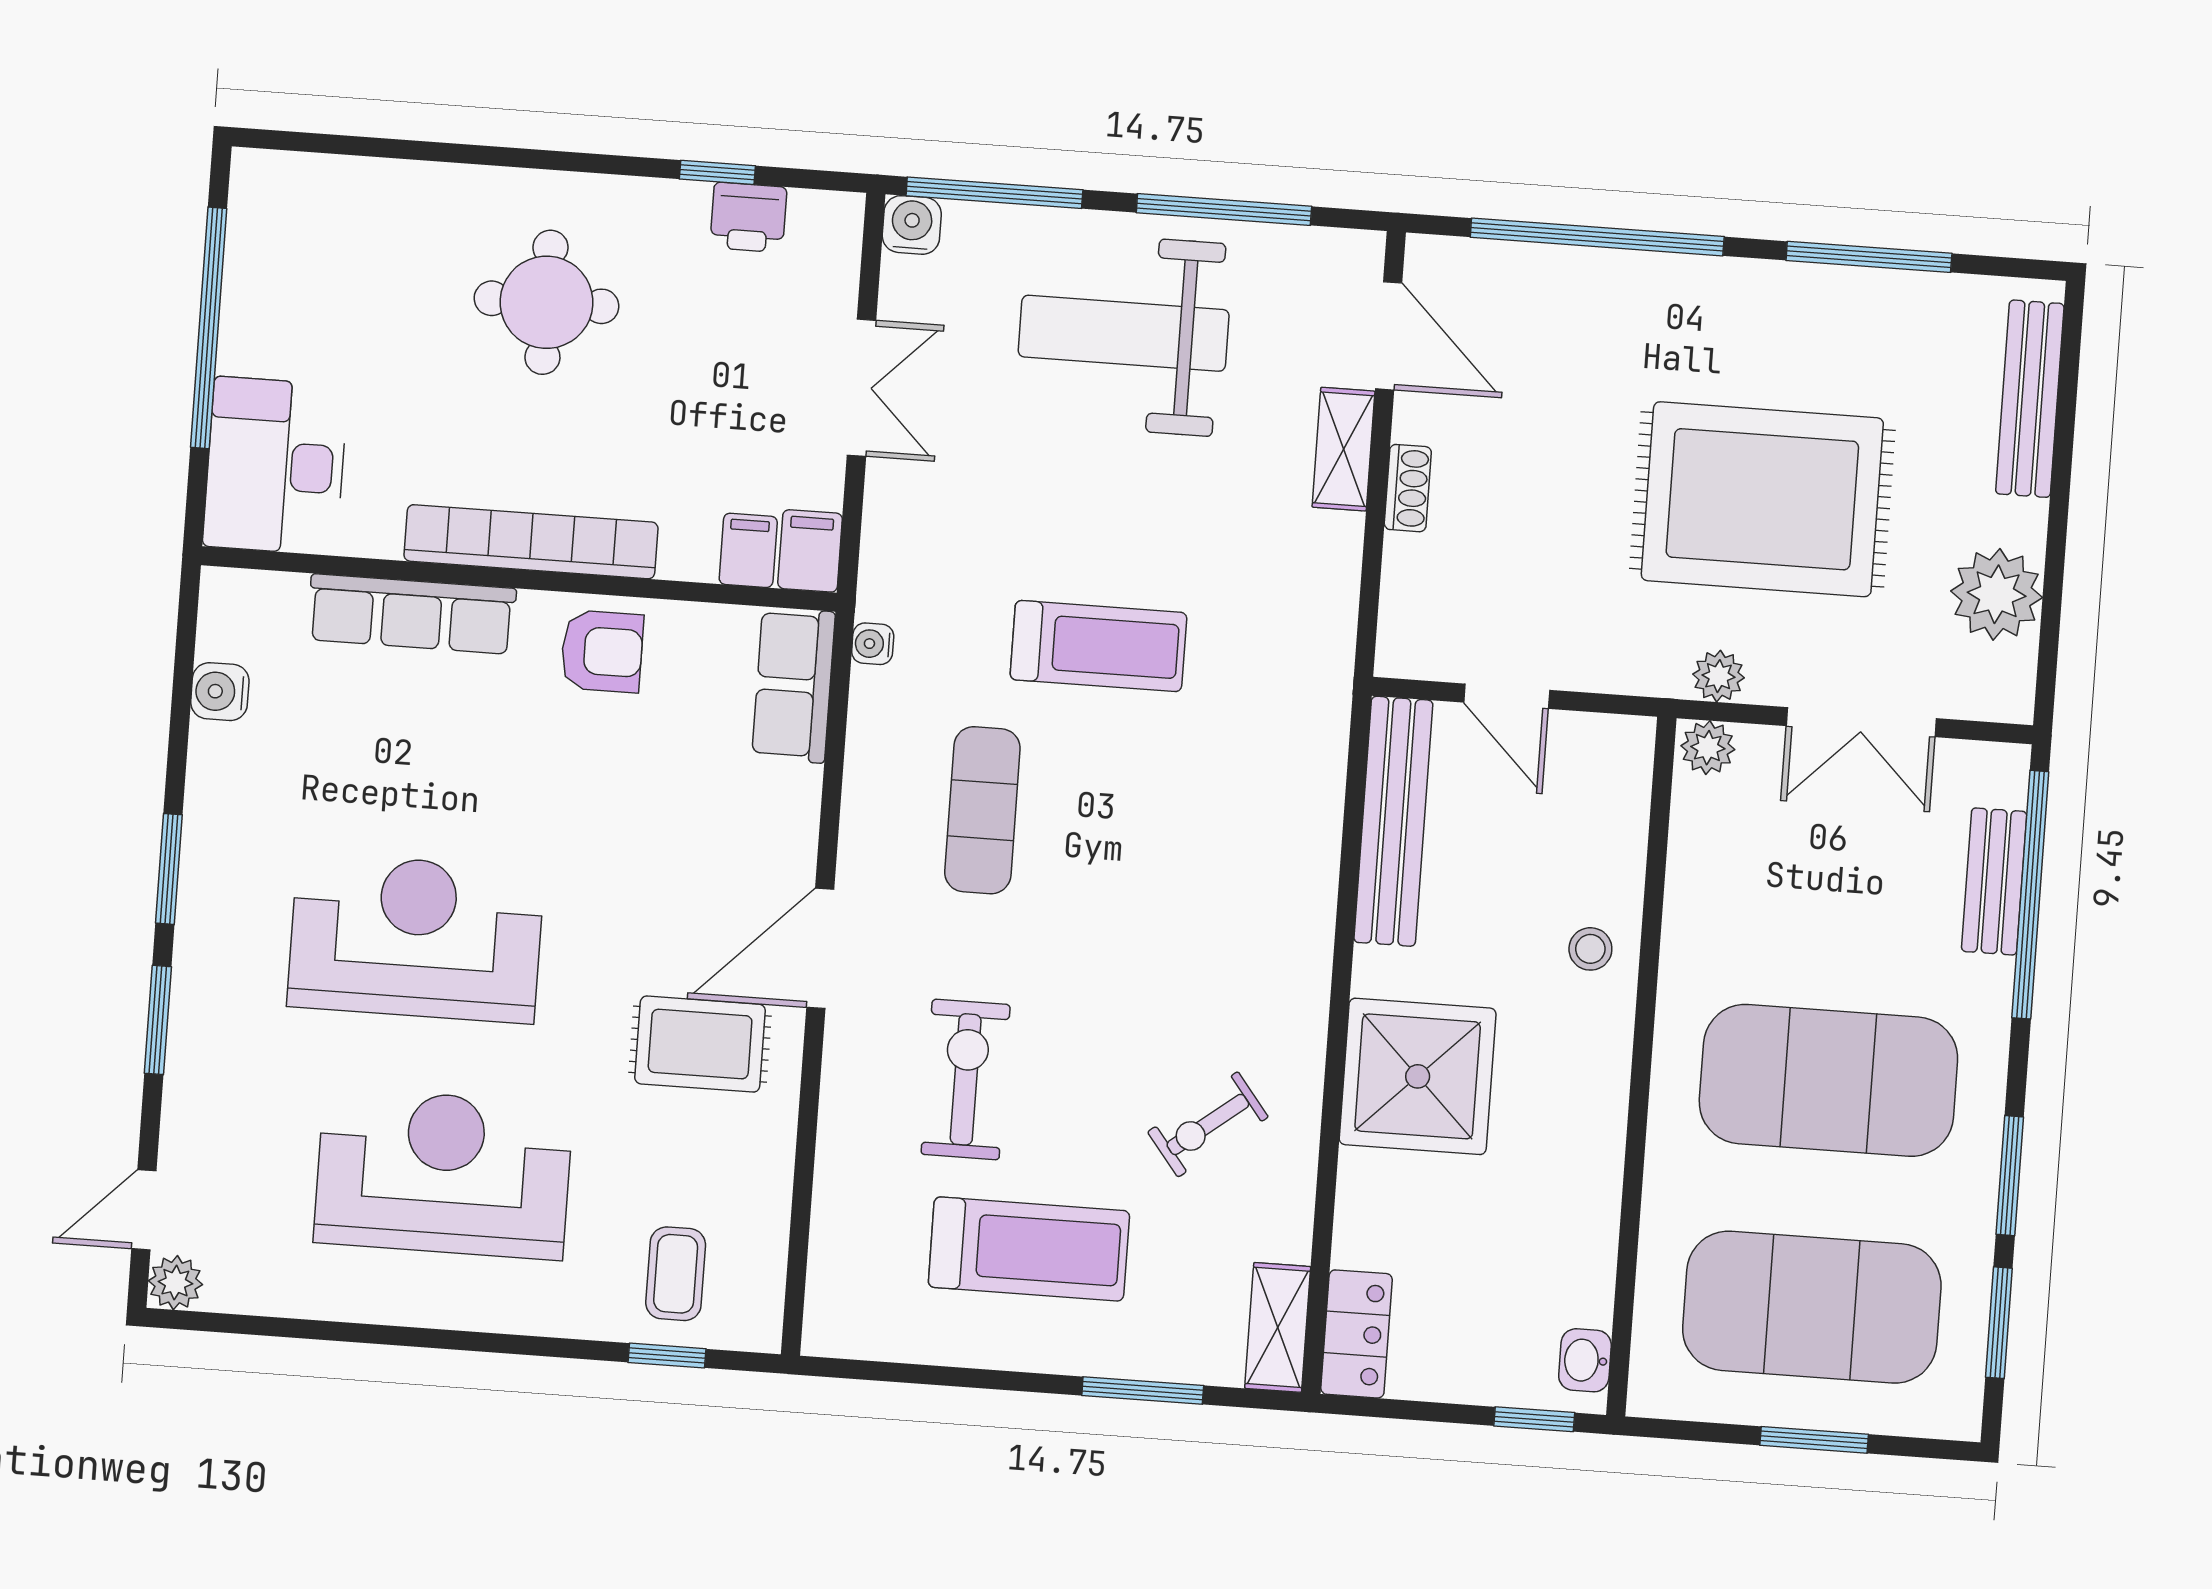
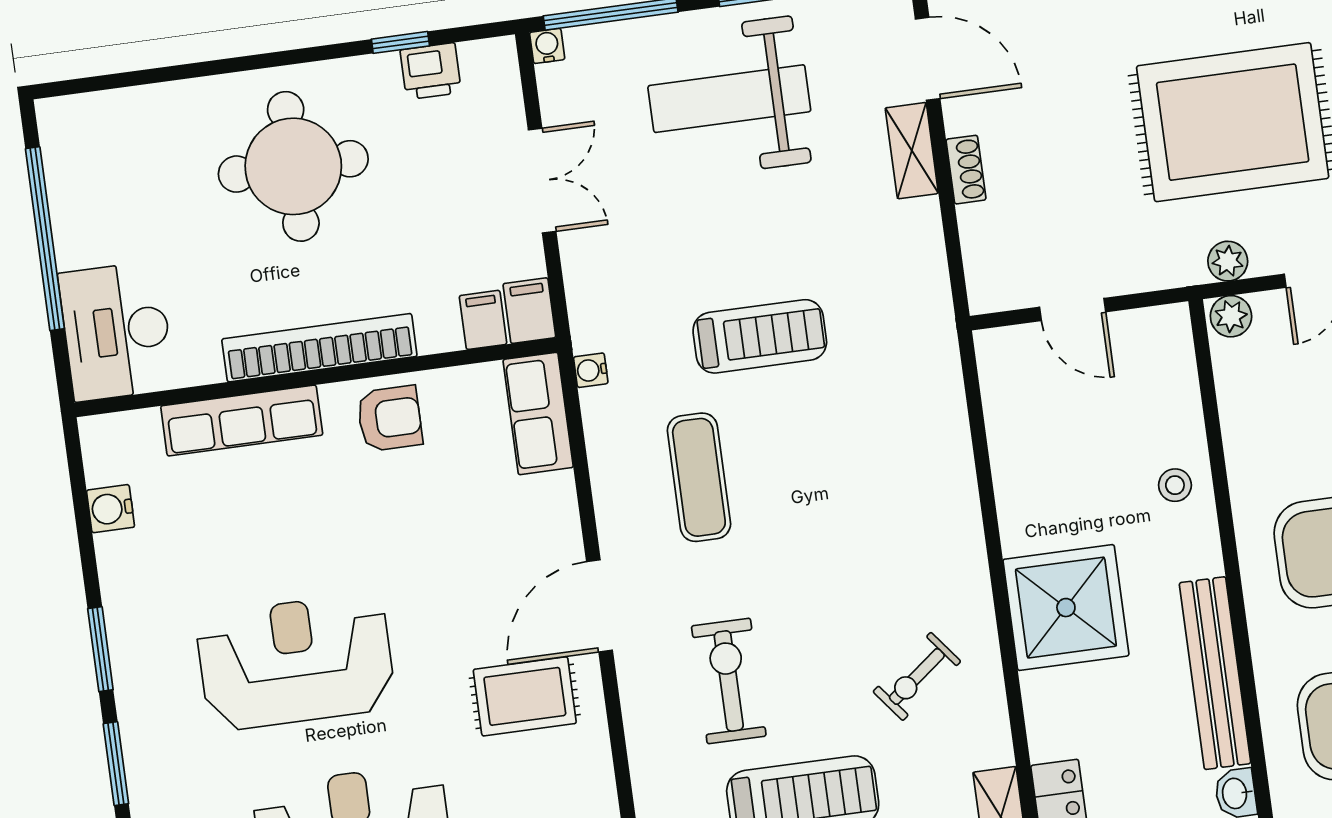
water cooler: (912, 225) -> (547, 46), width x0.72, depth x0.72
round table: (546, 302) -> (293, 166), width x1.36, depth x1.36
bench: (1393, 821) -> (1215, 673), moved

